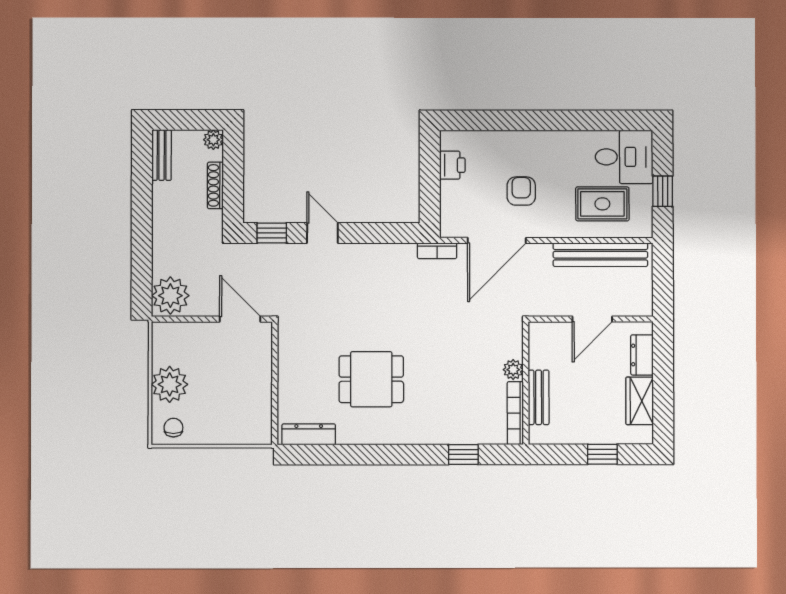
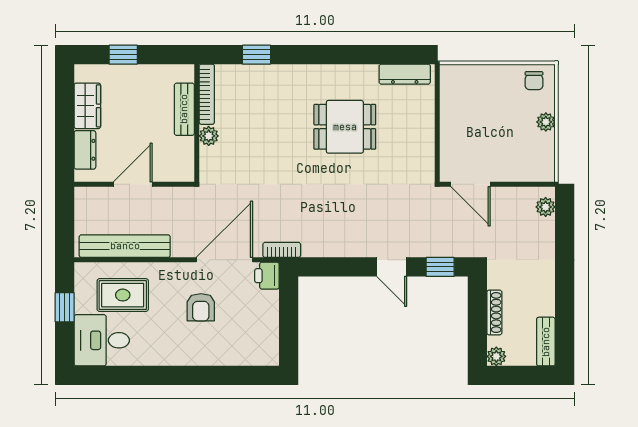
printer: (452, 165) -> (267, 276), moved
plant: (170, 296) -> (546, 207), width x0.53, depth x0.53
plant: (170, 384) -> (546, 122), width x0.53, depth x0.53

